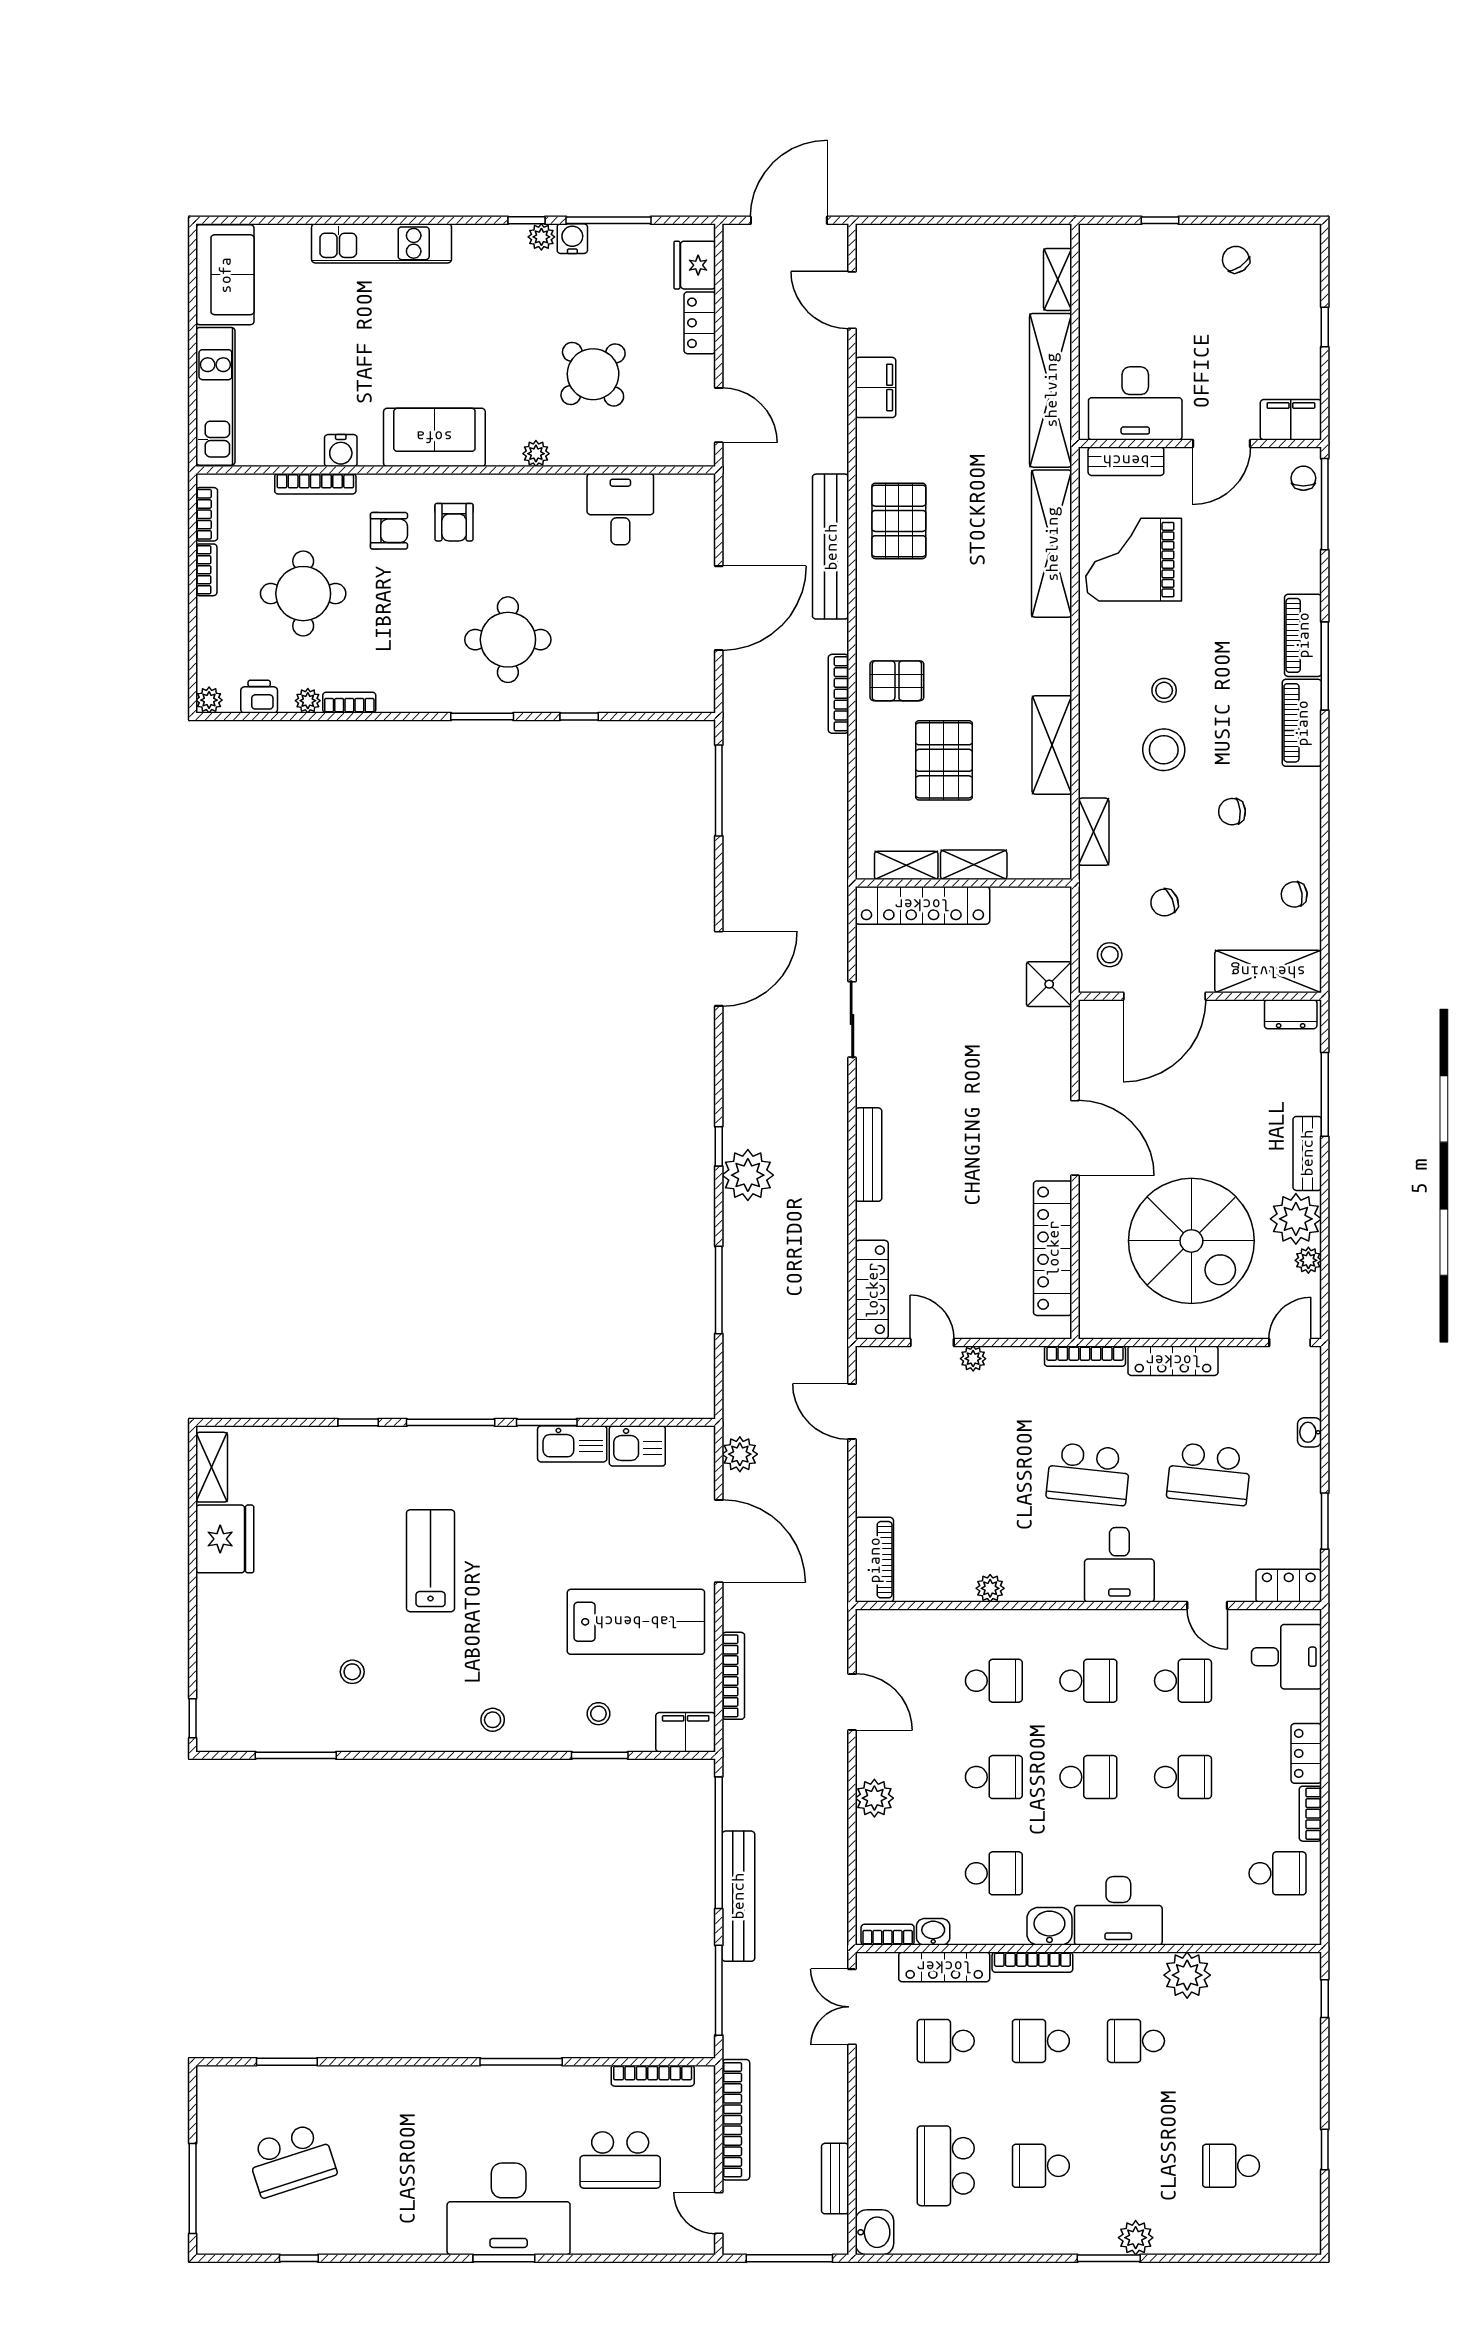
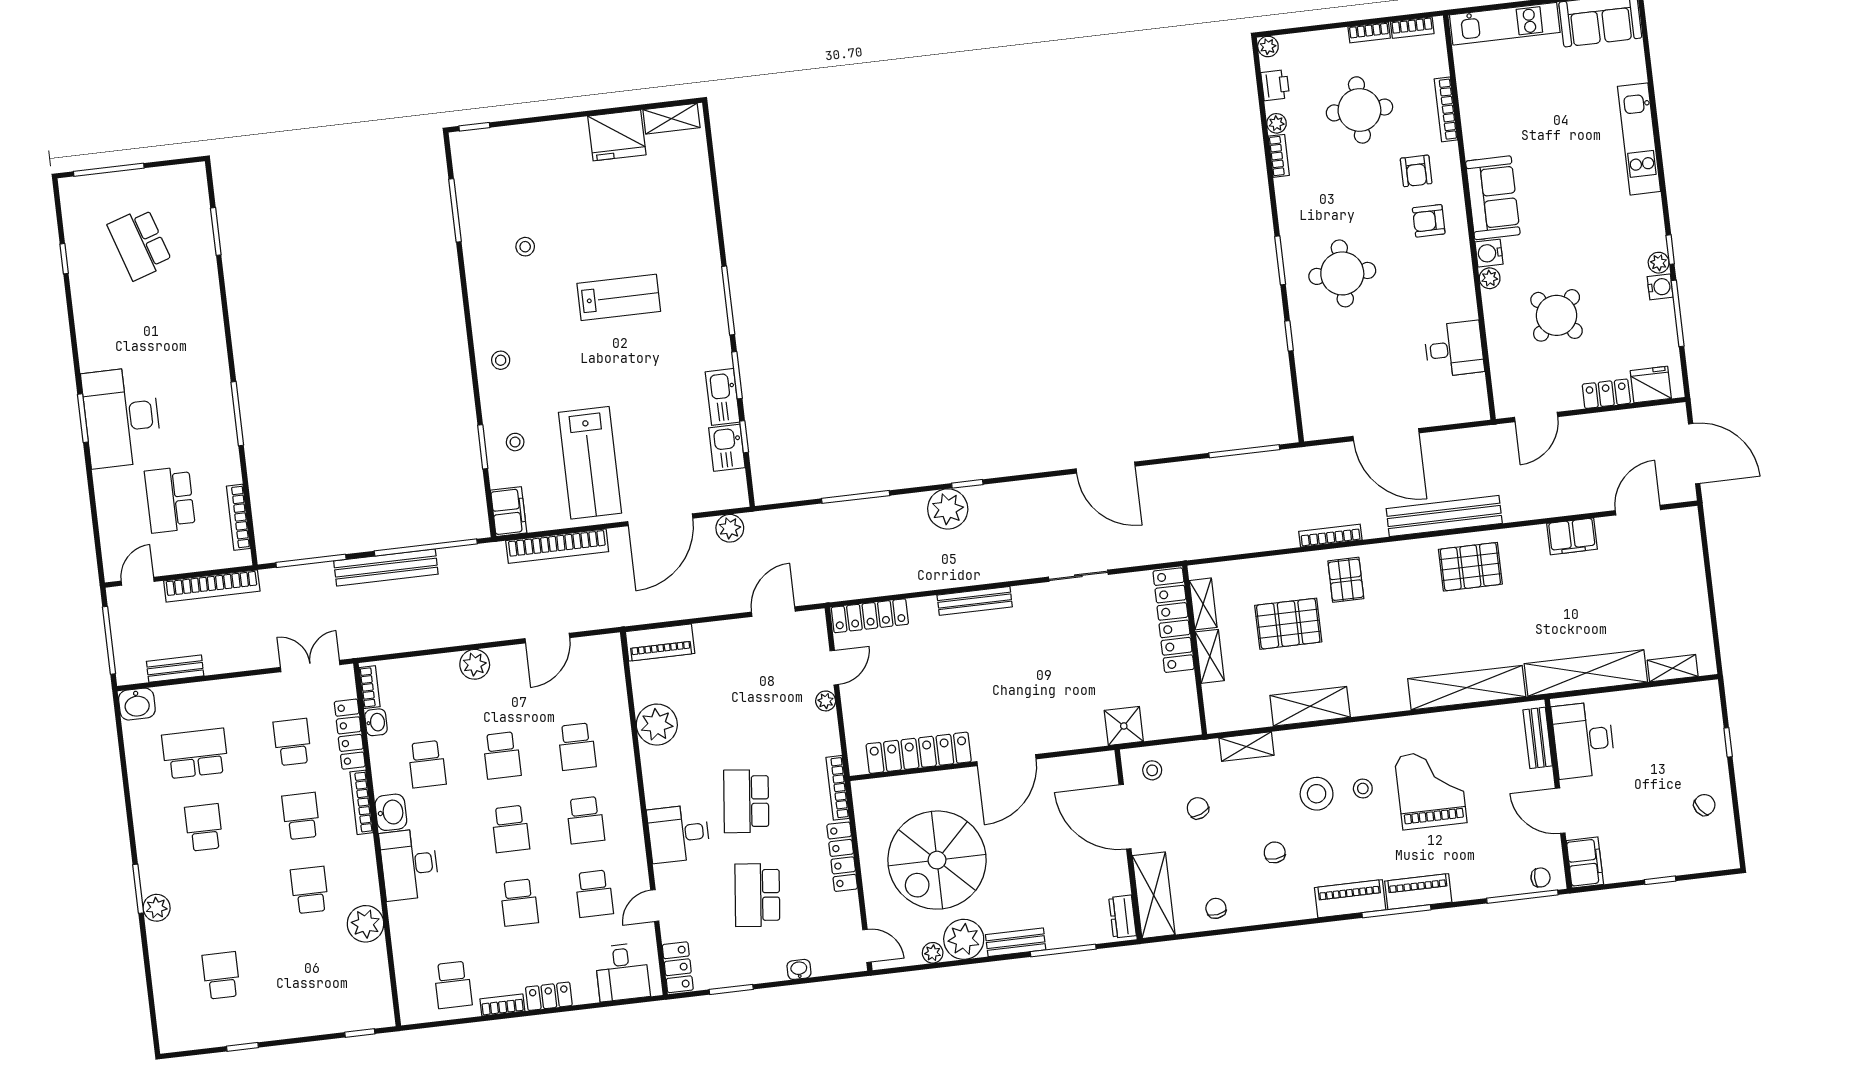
water cooler: (341, 451) -> (1489, 253), moved
grand piano: (1134, 560) -> (1431, 789), moved
window: (358, 1422) -> (744, 437), moved
plant: (990, 1588) -> (657, 725), width x1.88, depth x1.88
bookcase: (733, 1676) -> (557, 546), width x1.48, depth x1.31

